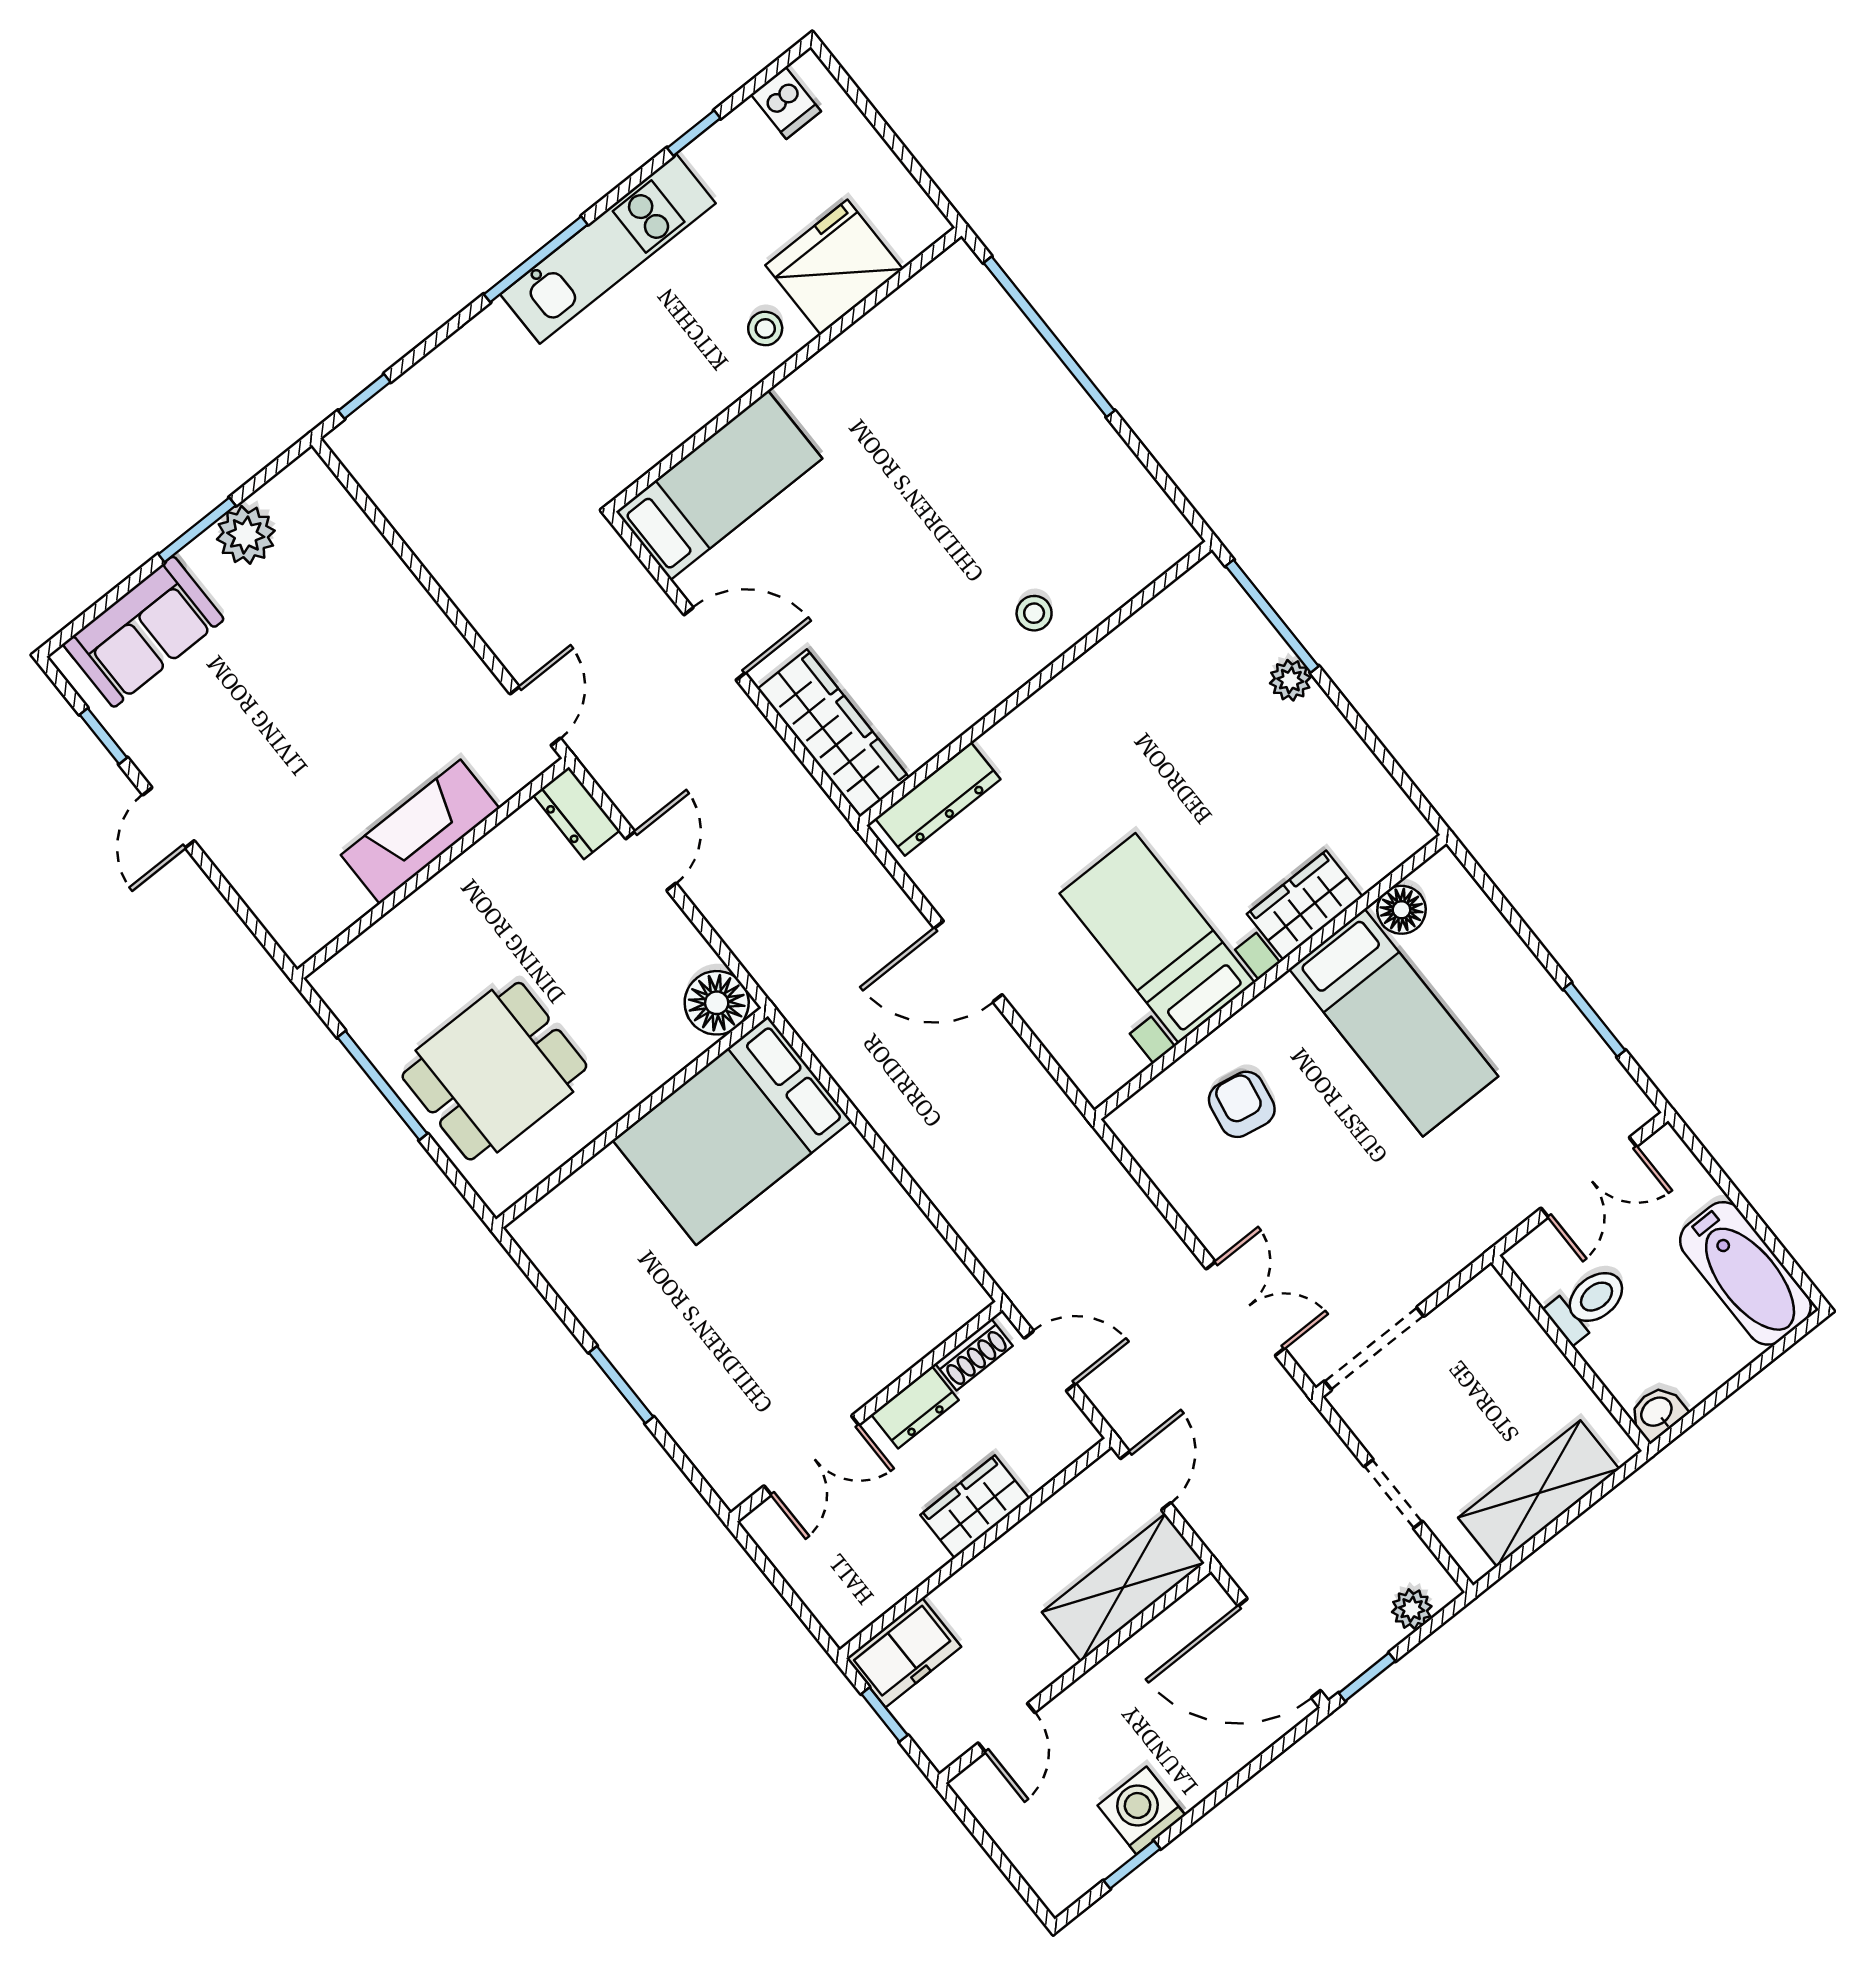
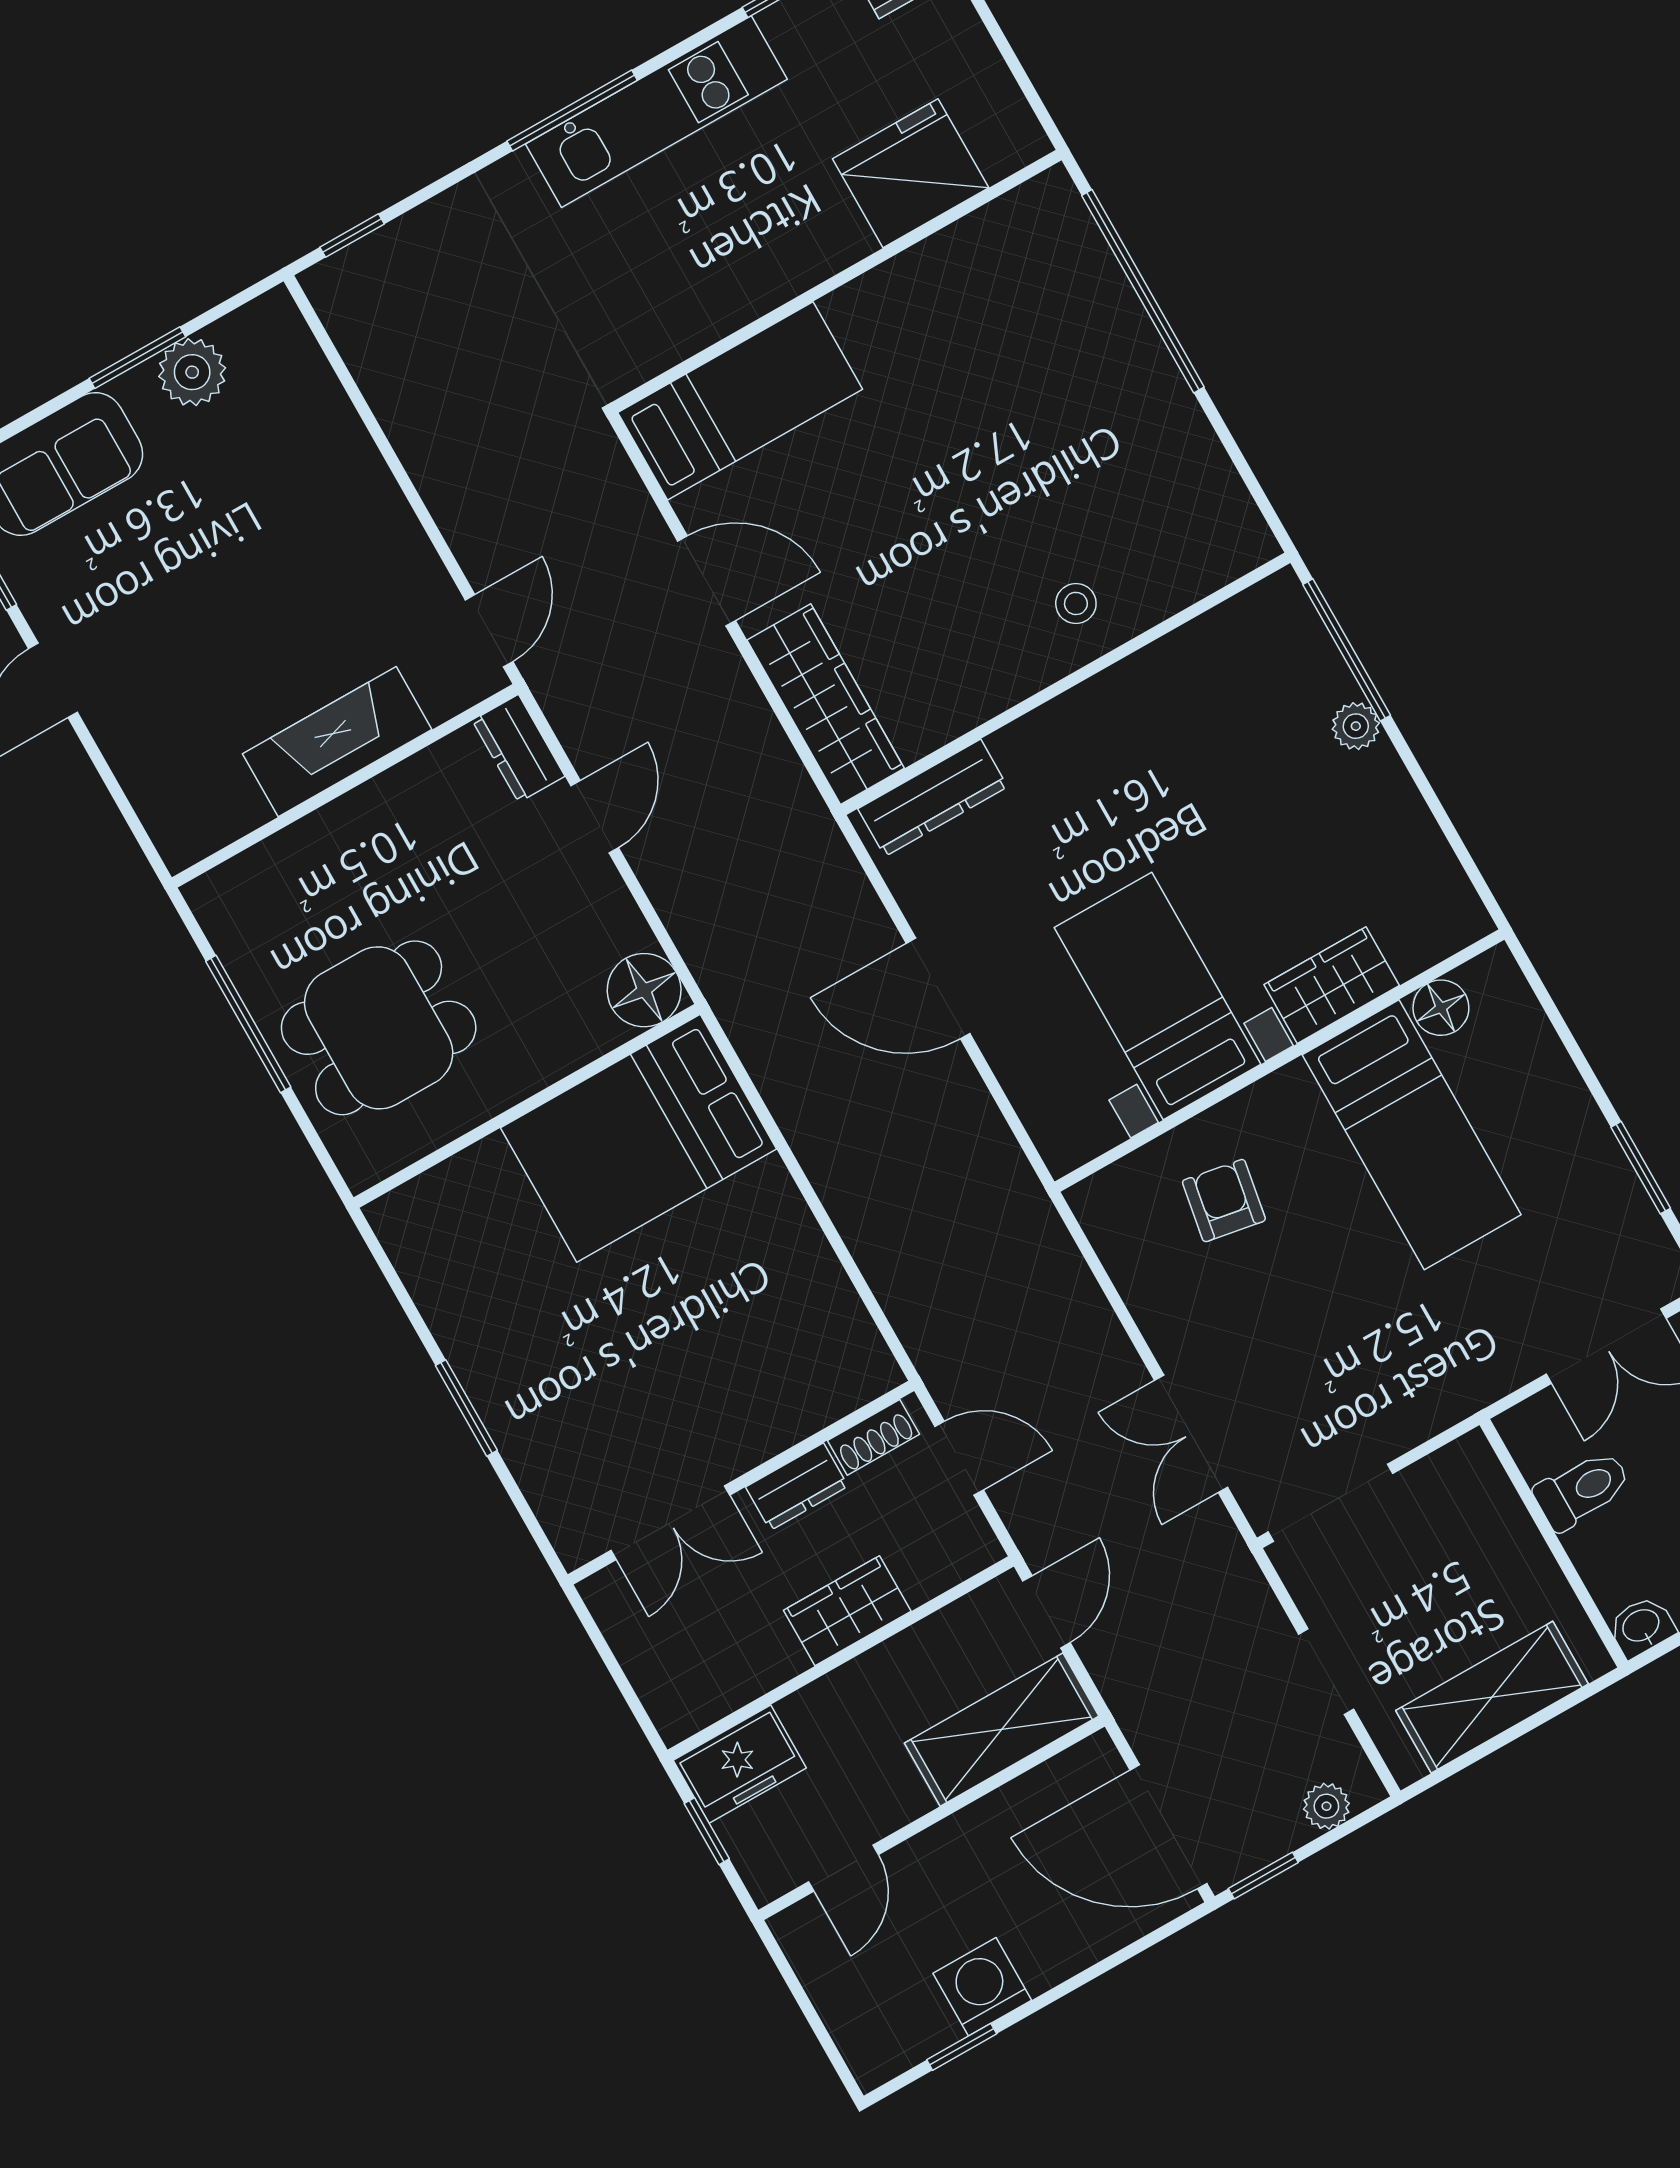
stool: (765, 328) -> (821, 231), removed
double door: (1245, 1309) -> (1191, 1434), swing flipped

